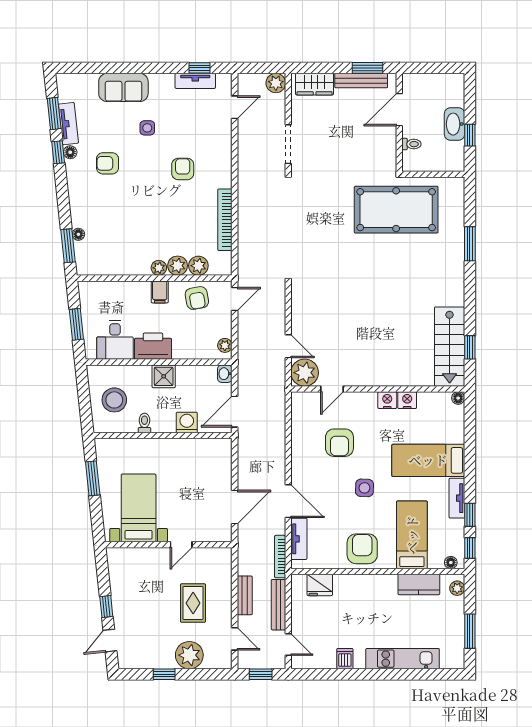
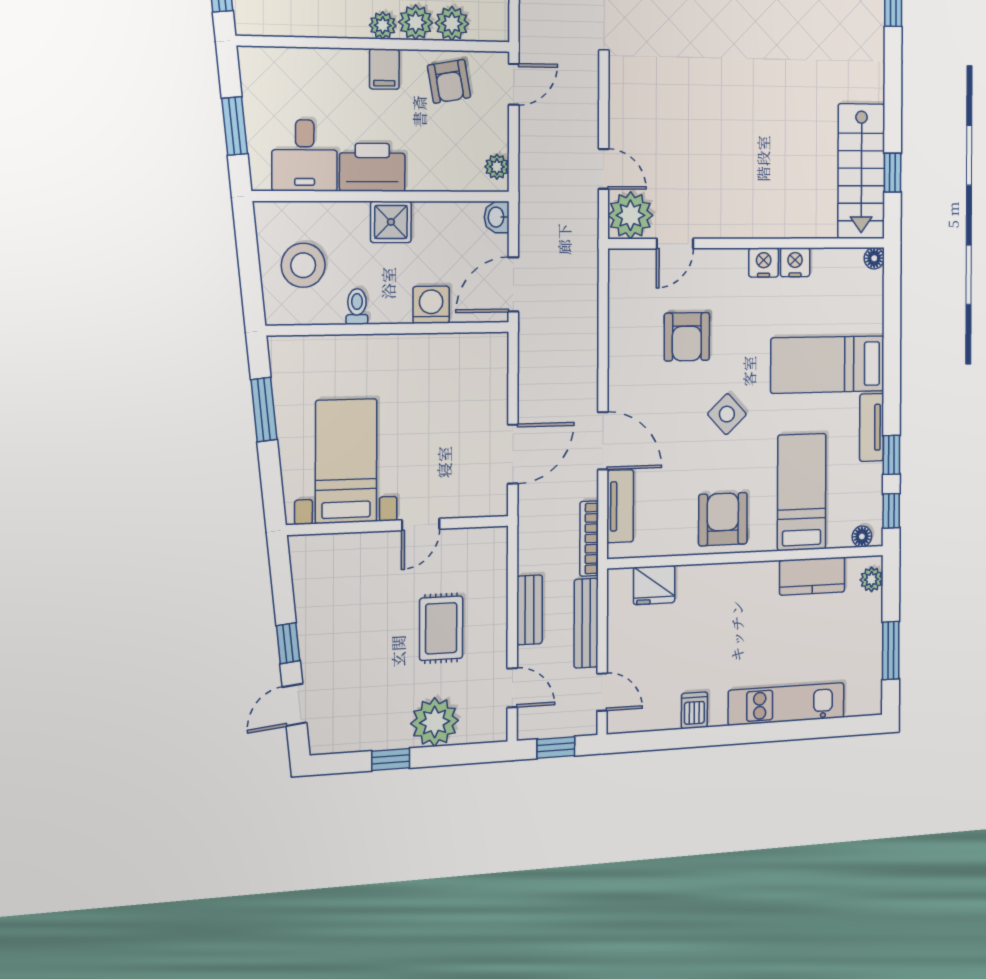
side table: (364, 488) -> (727, 414), turned 45

